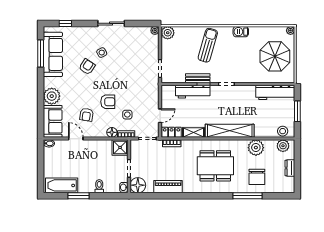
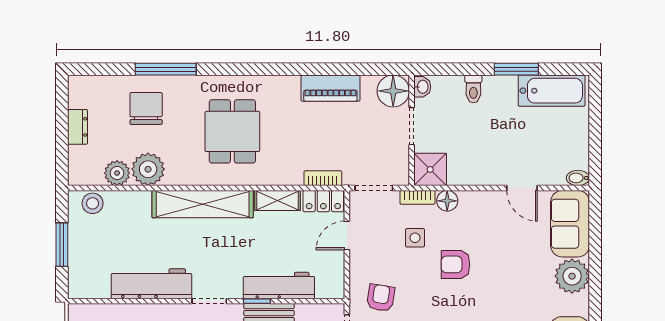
workbench: (275, 92) -> (151, 284), moved
armchair: (86, 115) -> (381, 298), moved
plant: (283, 146) -> (117, 173), moved
dining table: (215, 166) -> (232, 131), width x0.73

